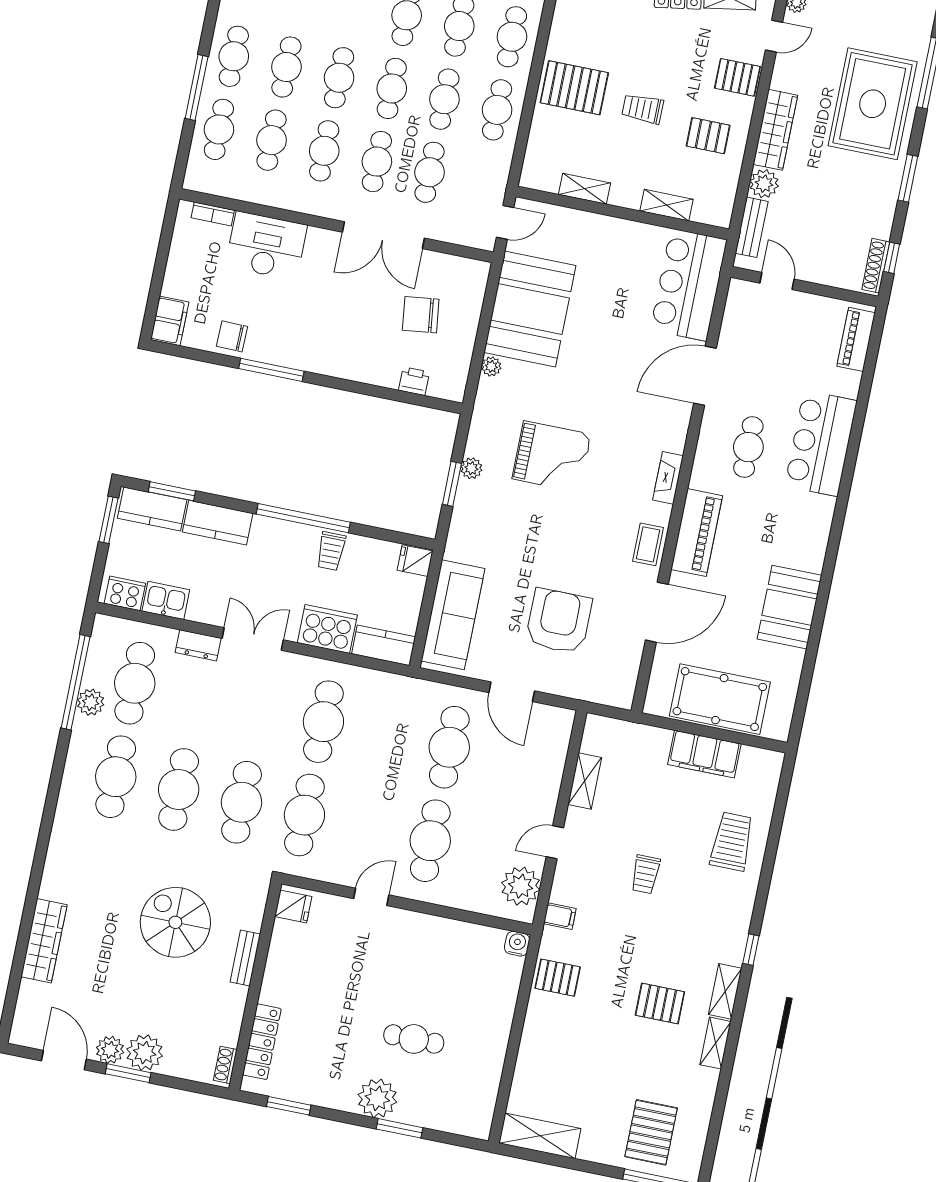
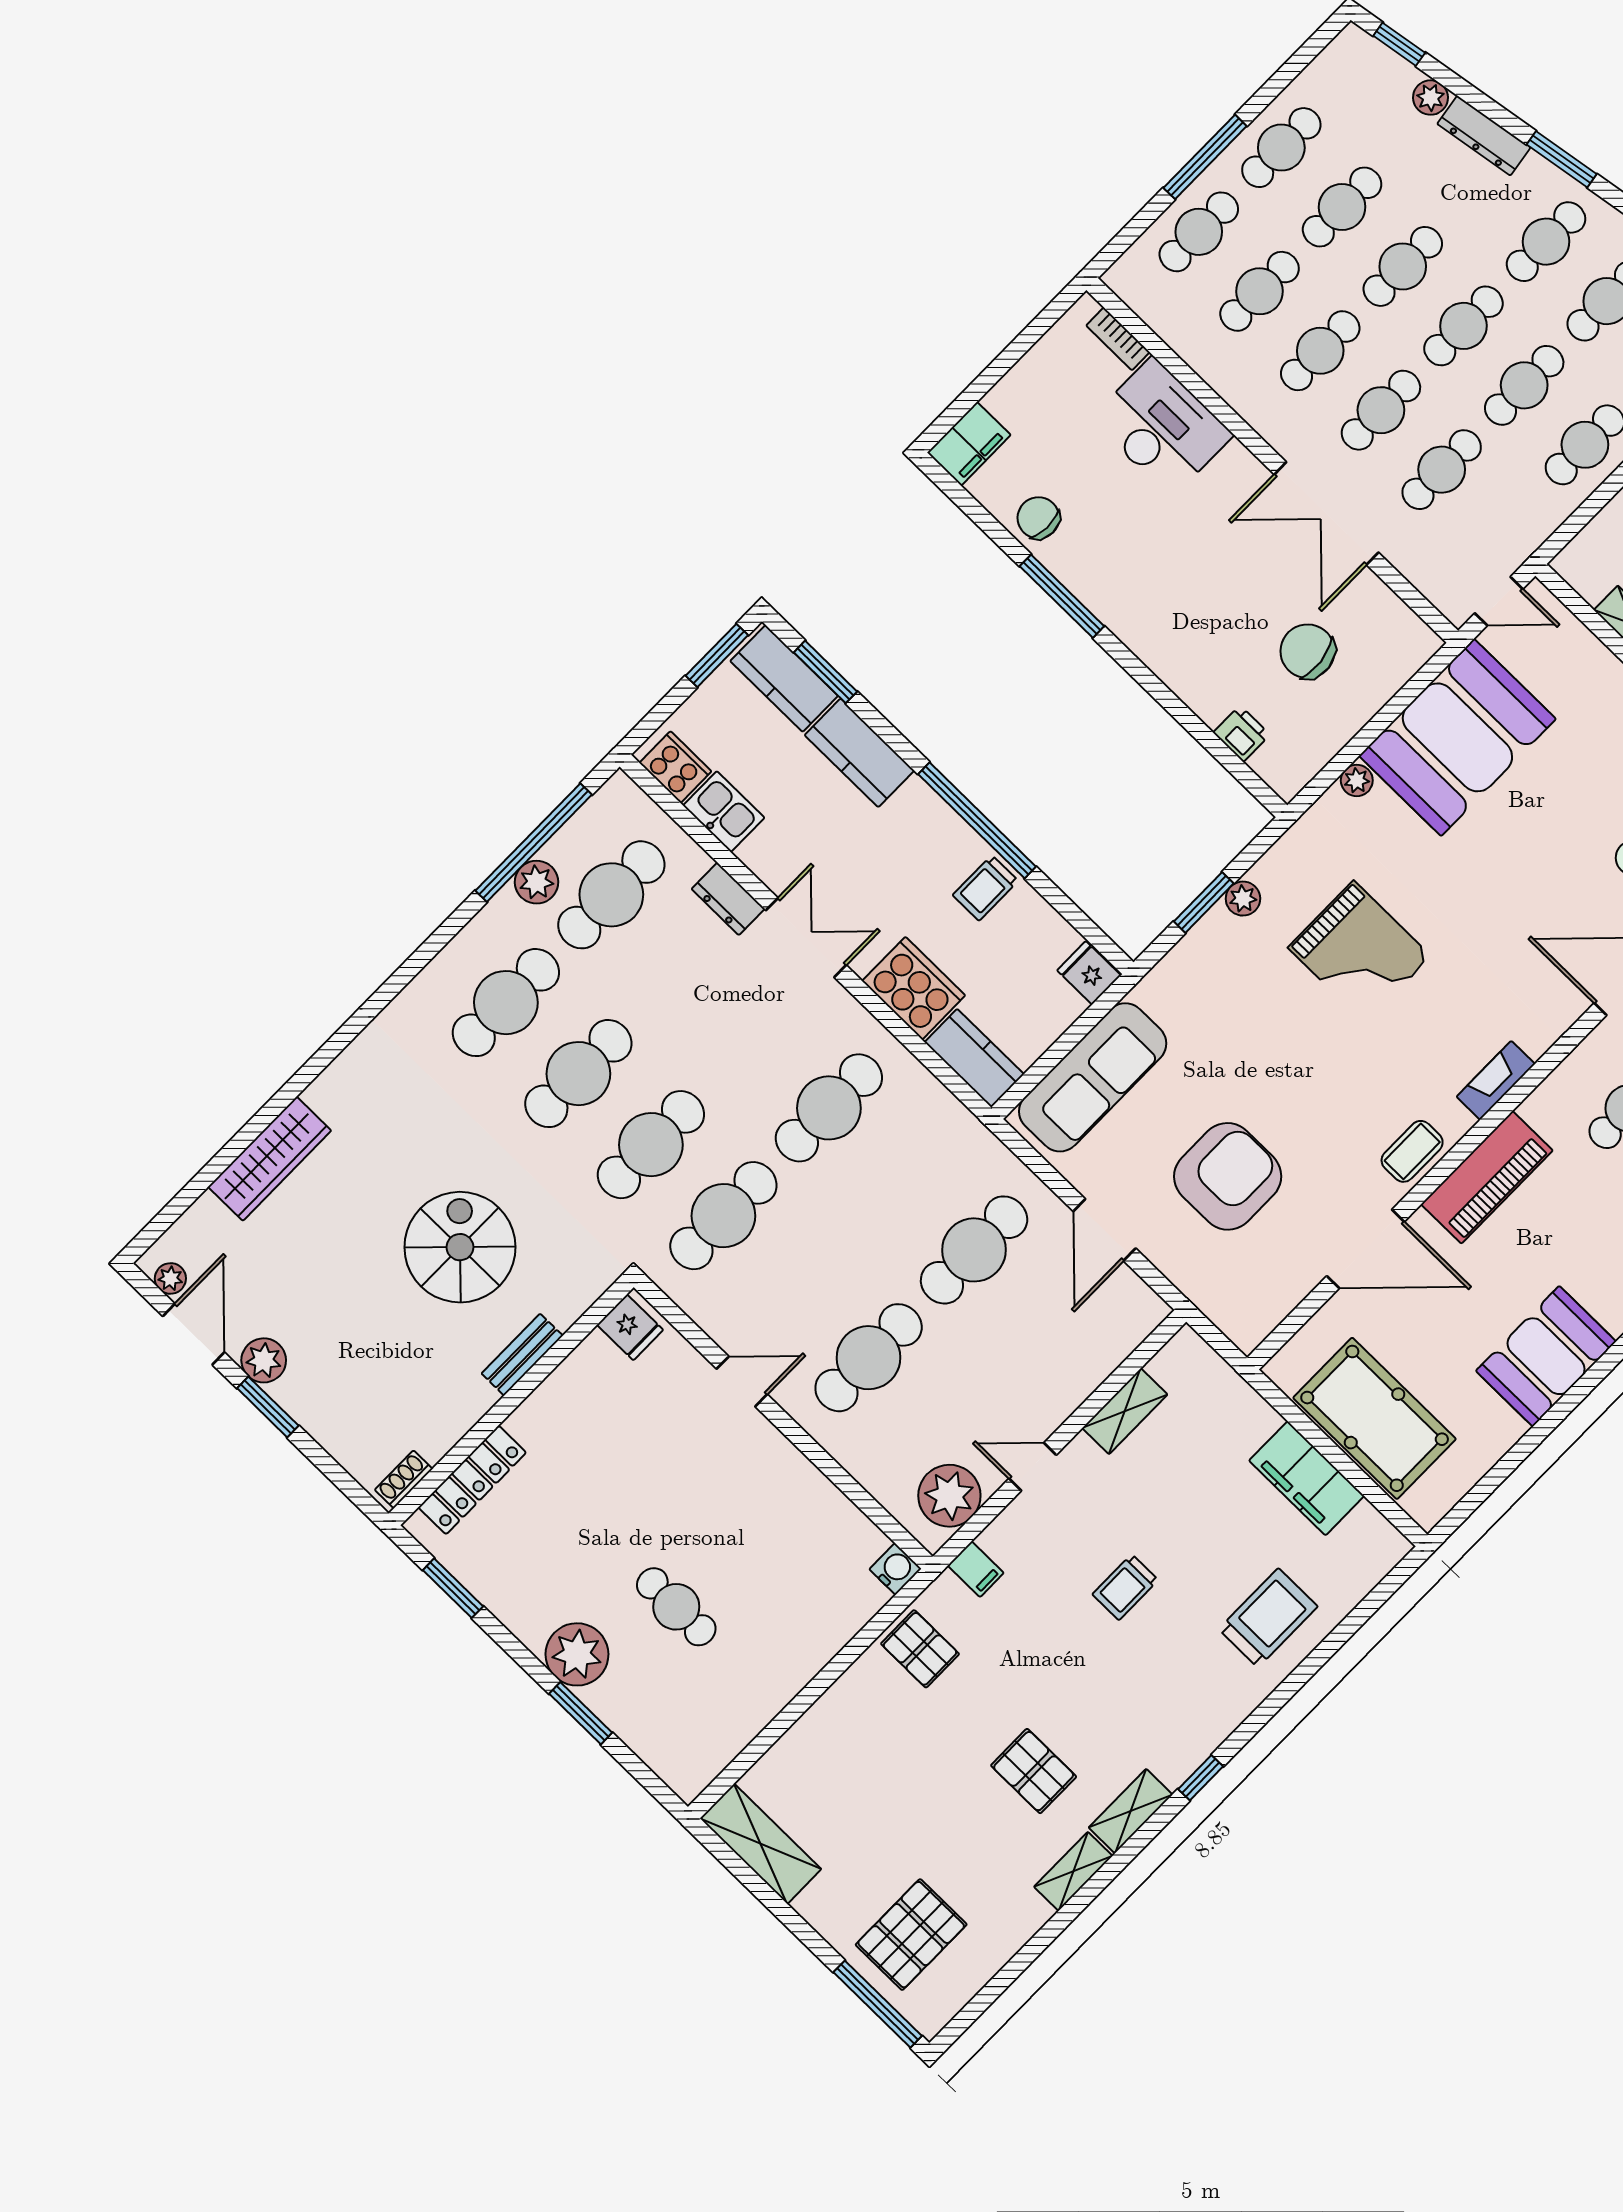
plant: (145, 1053) -> (170, 1278), moved, width x0.53, depth x0.53

